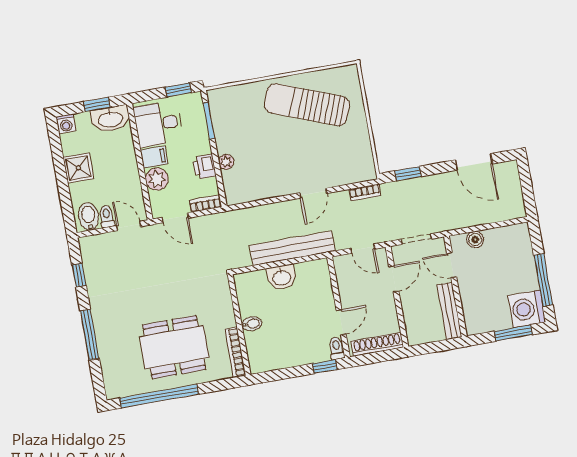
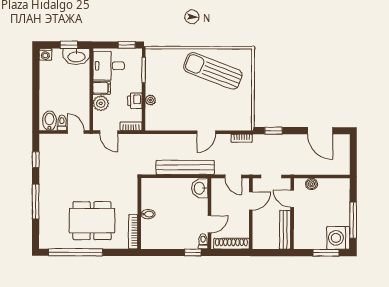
shower: (78, 168) -> (49, 86), removed
washbasin: (282, 277) -> (200, 188), moved, turned 90

